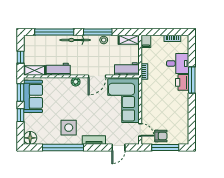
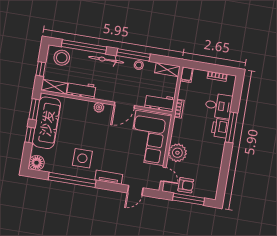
stool: (37, 45) -> (62, 58), added
sofa: (33, 96) -> (47, 123), width x1.36
plant: (149, 109) -> (177, 153), added

